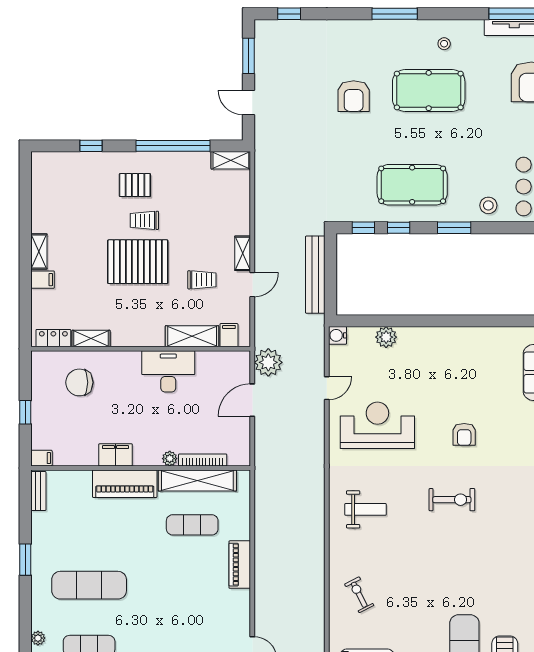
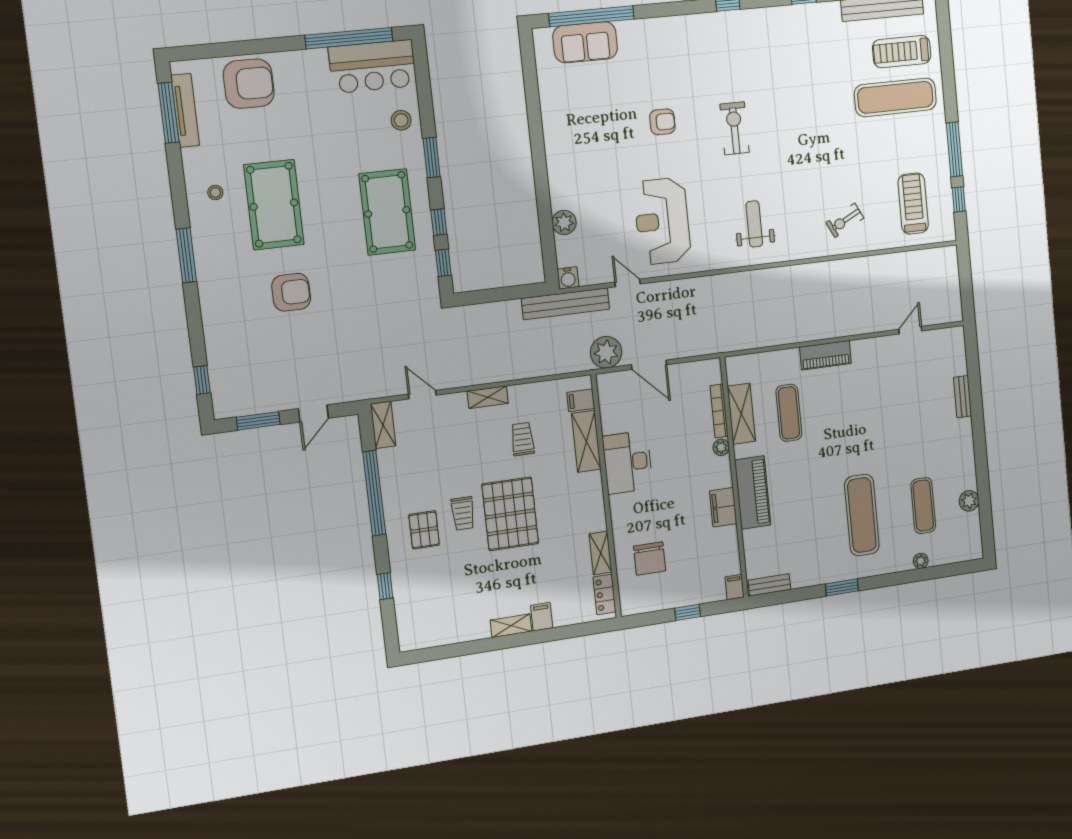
bench: (315, 275) -> (566, 304), moved
door: (252, 285) -> (422, 395), moved
shelving: (197, 480) -> (741, 414), width x0.68

